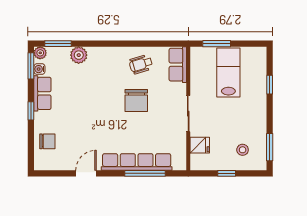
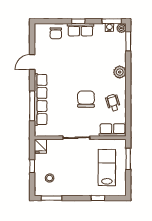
plant: (79, 55) -> (120, 72), moved
lab bench: (228, 72) -> (107, 167), turned -90
row of seats: (42, 93) -> (80, 30), moved
chair: (136, 101) -> (86, 99), turned 90
fridge: (200, 145) -> (40, 146), moved
door: (86, 173) -> (32, 62), swing flipped

